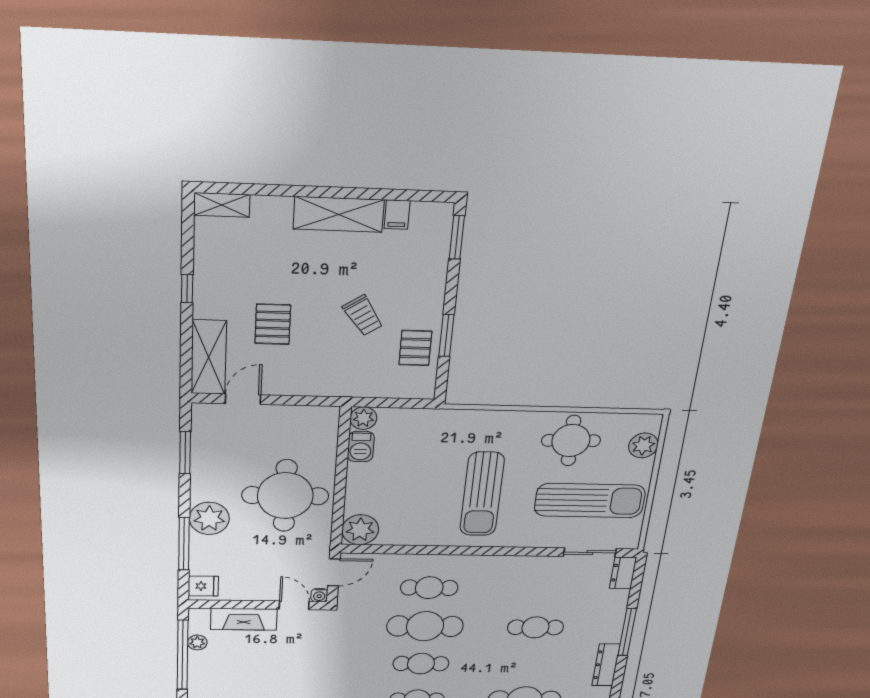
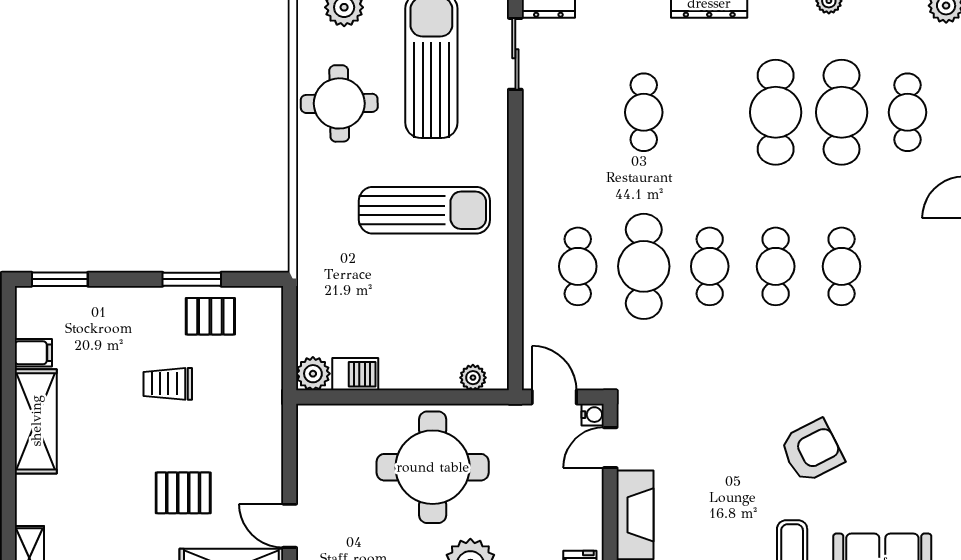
trolley: (363, 316) -> (168, 384), turned -146
plant: (360, 530) -> (473, 378), width x0.53, depth x0.53

